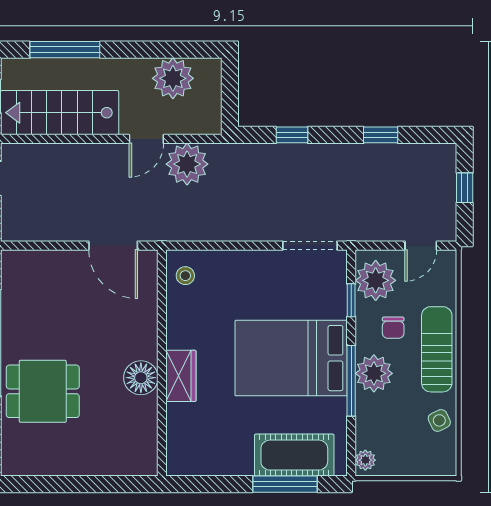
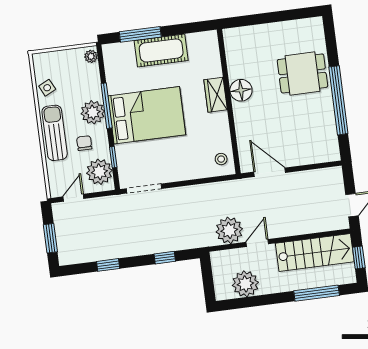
window: (465, 188) -> (50, 238), width x1.50
sun lounger: (437, 349) -> (55, 133), turned 180
cot: (294, 455) -> (161, 50), moved

